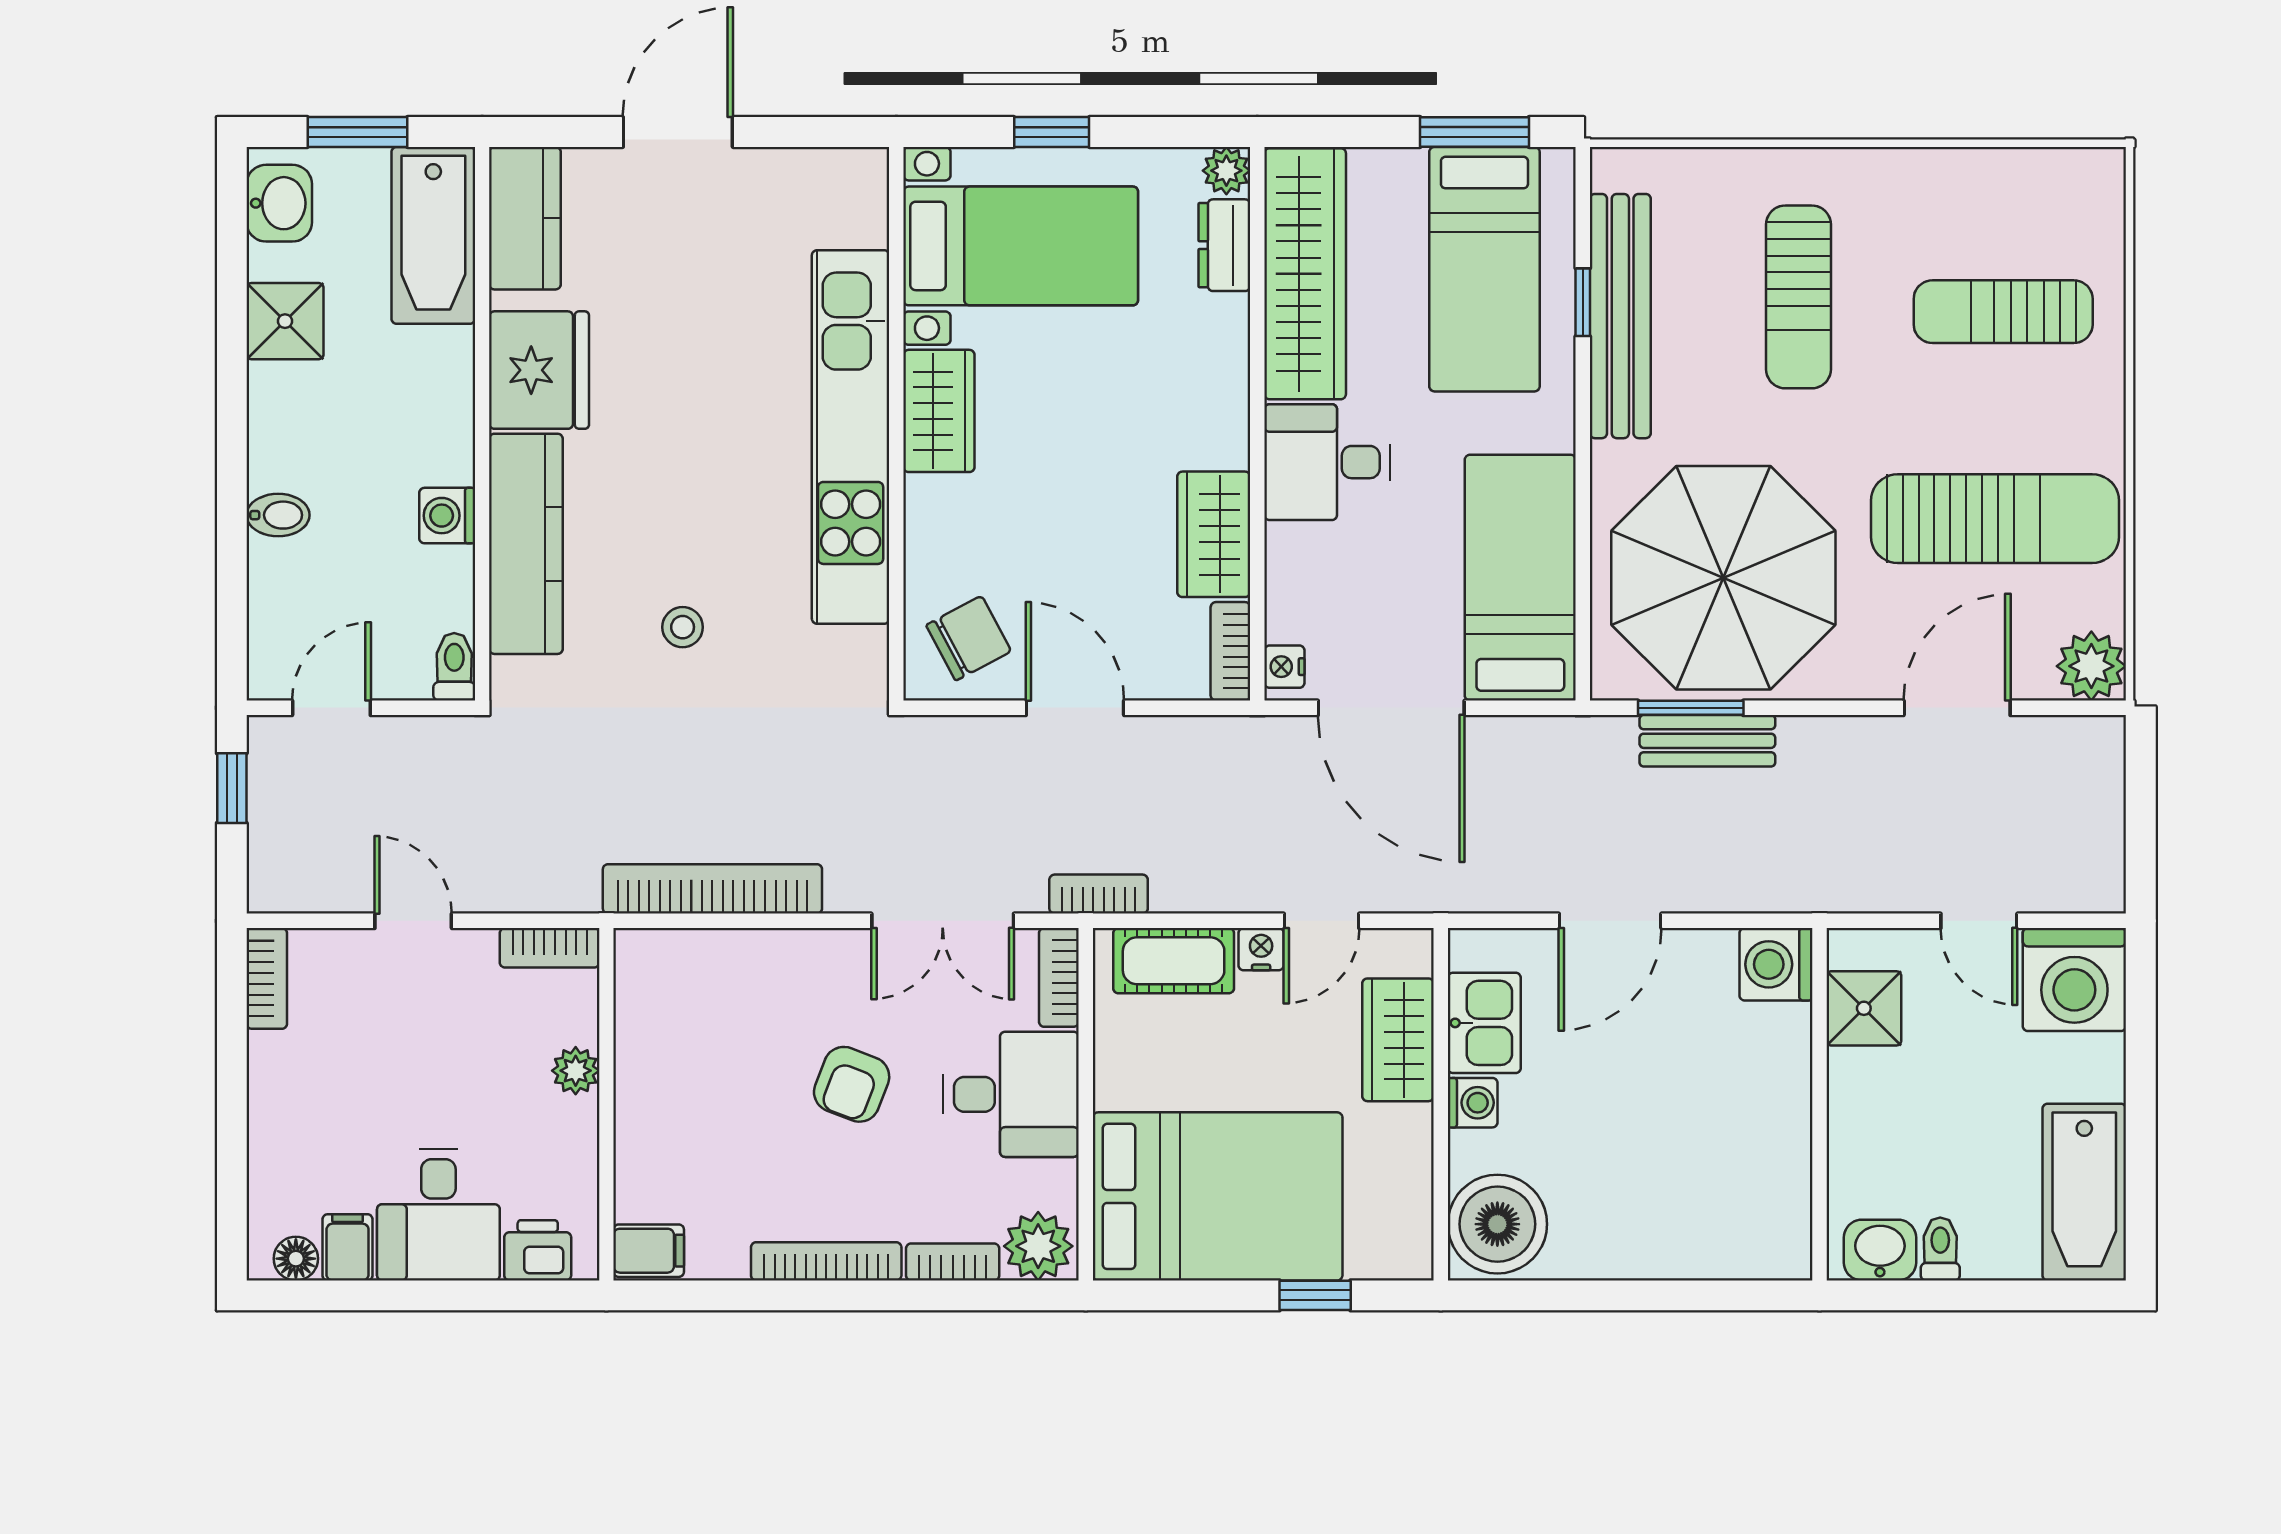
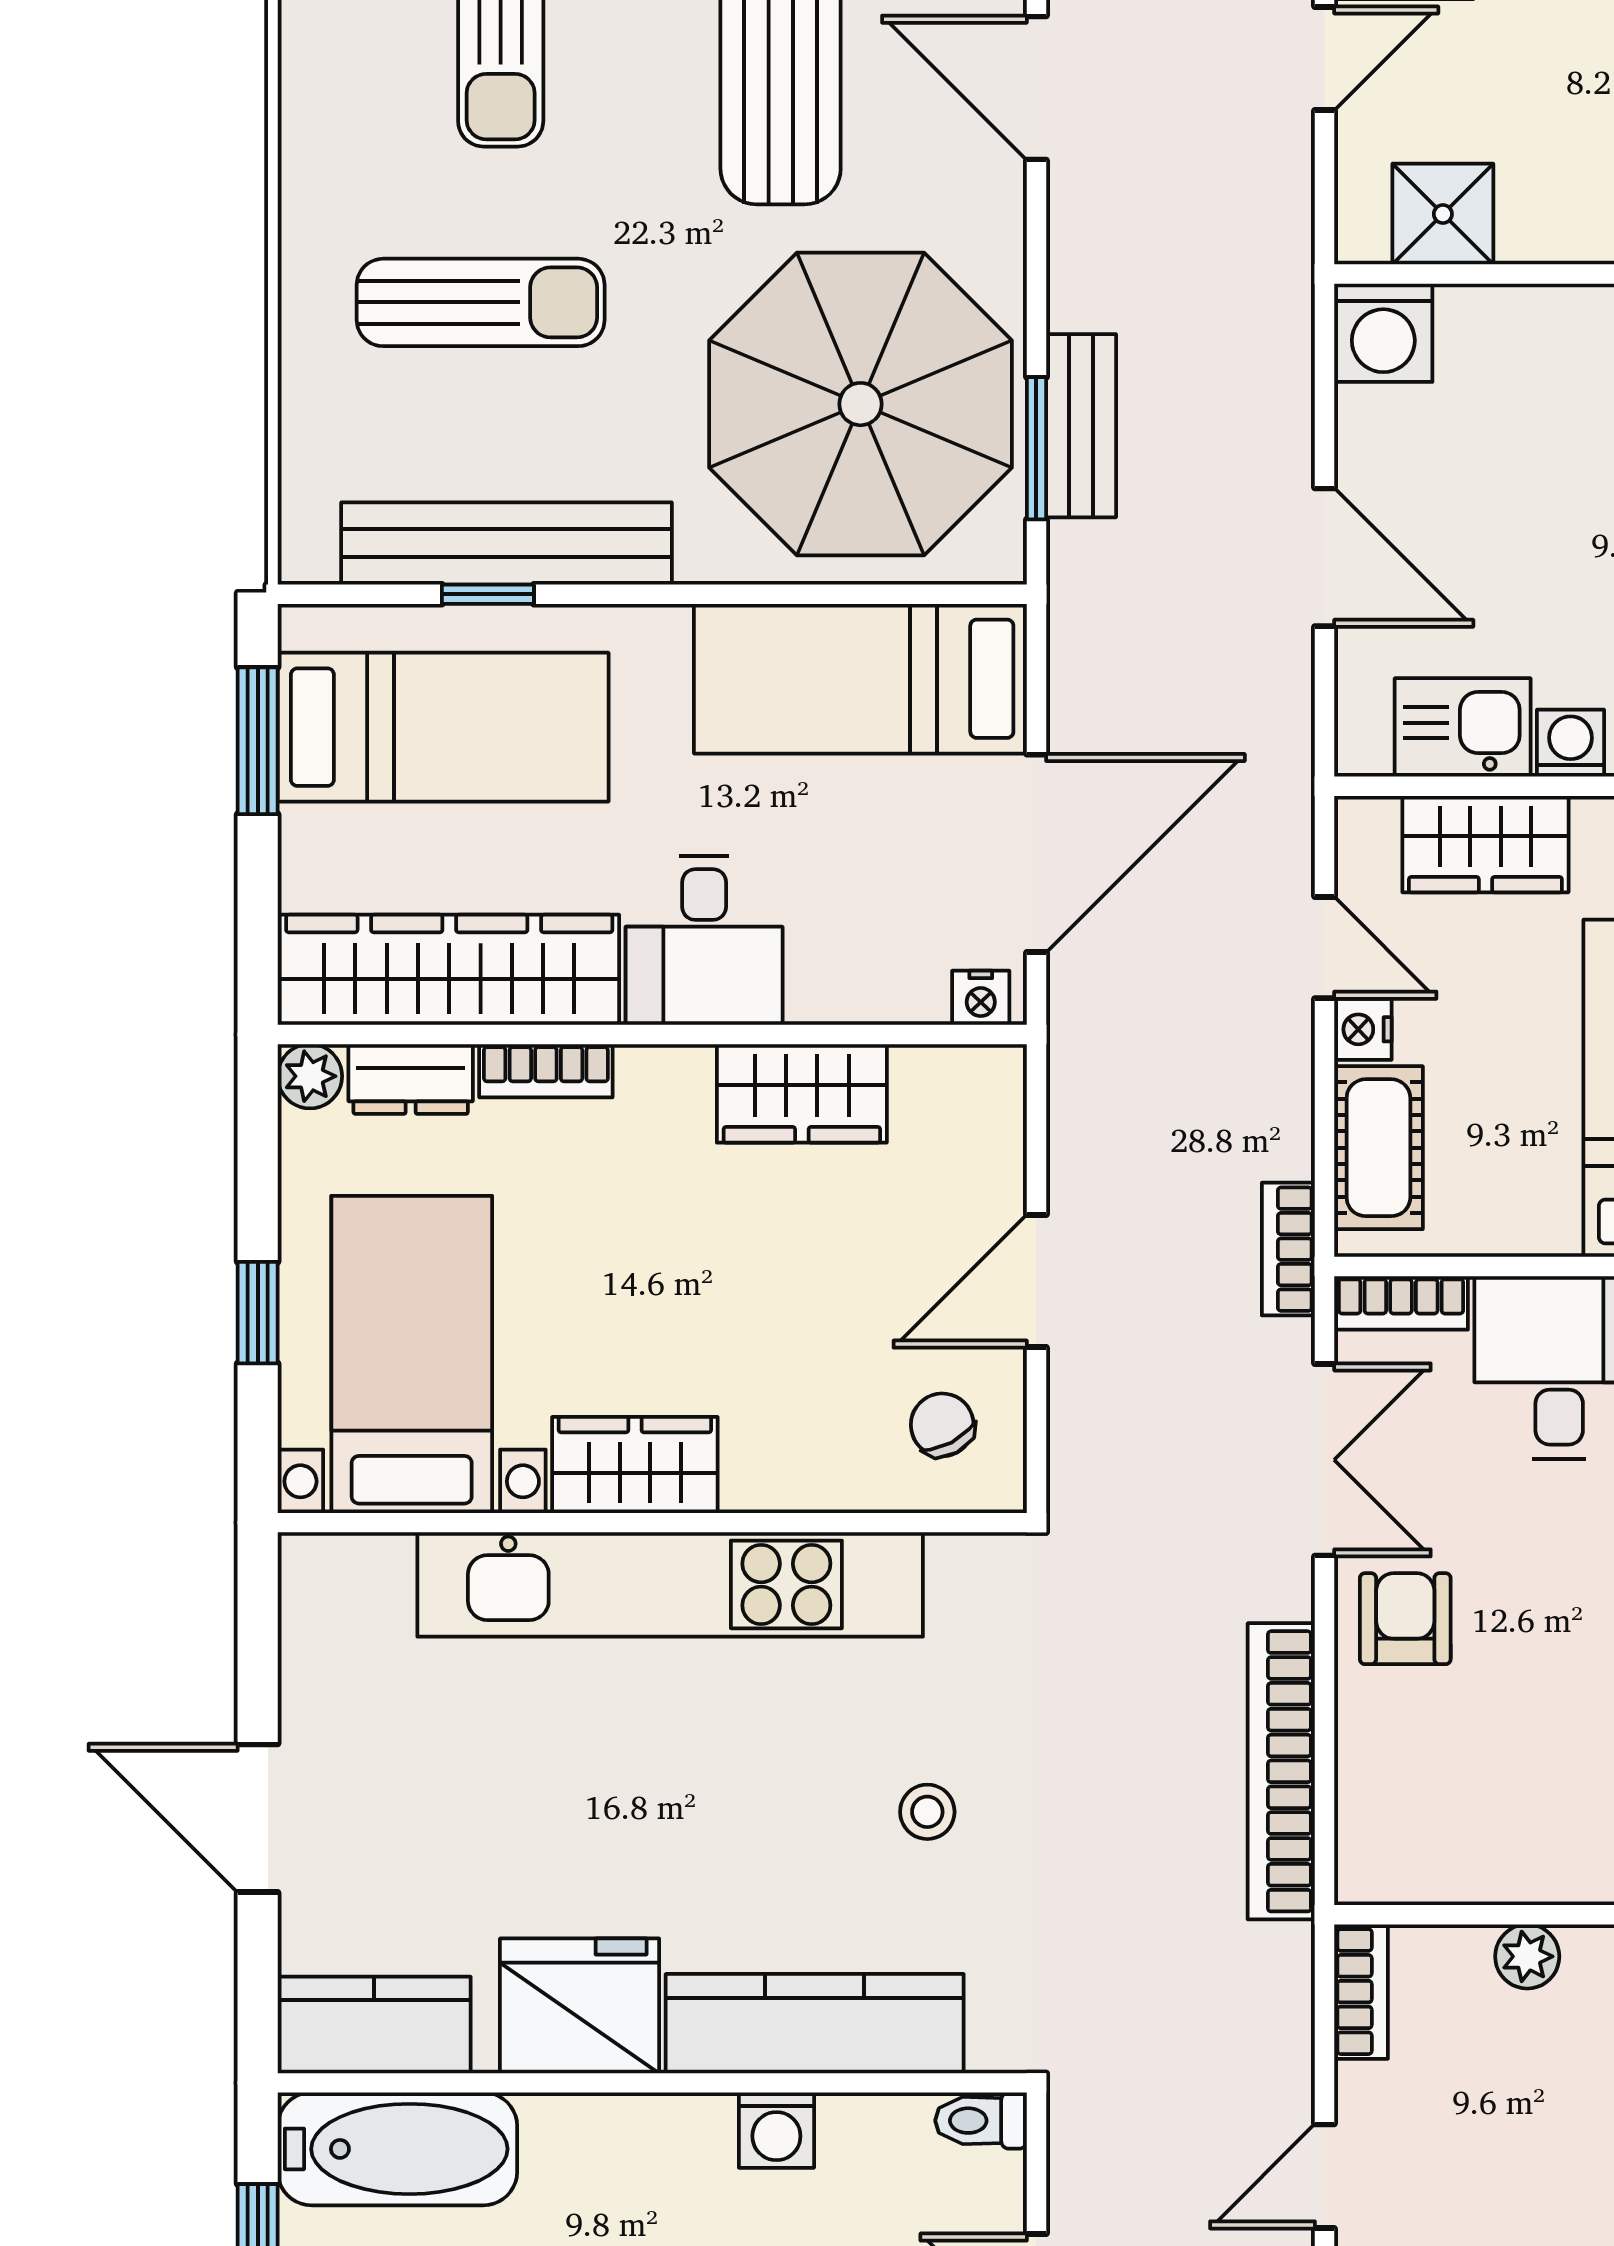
chair: (969, 638) -> (942, 1425), width x0.73, depth x0.73
bookcase: (1230, 651) -> (546, 1071), moved
armchair: (852, 1084) -> (1405, 1619), moved, turned -111

